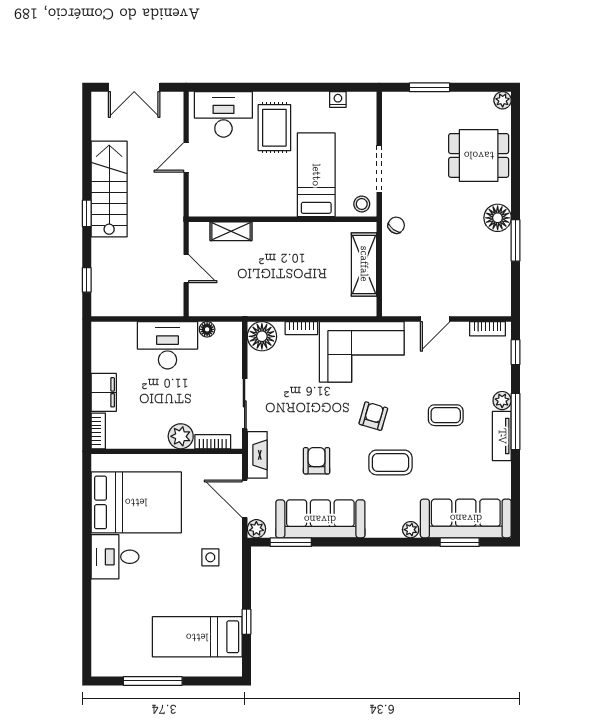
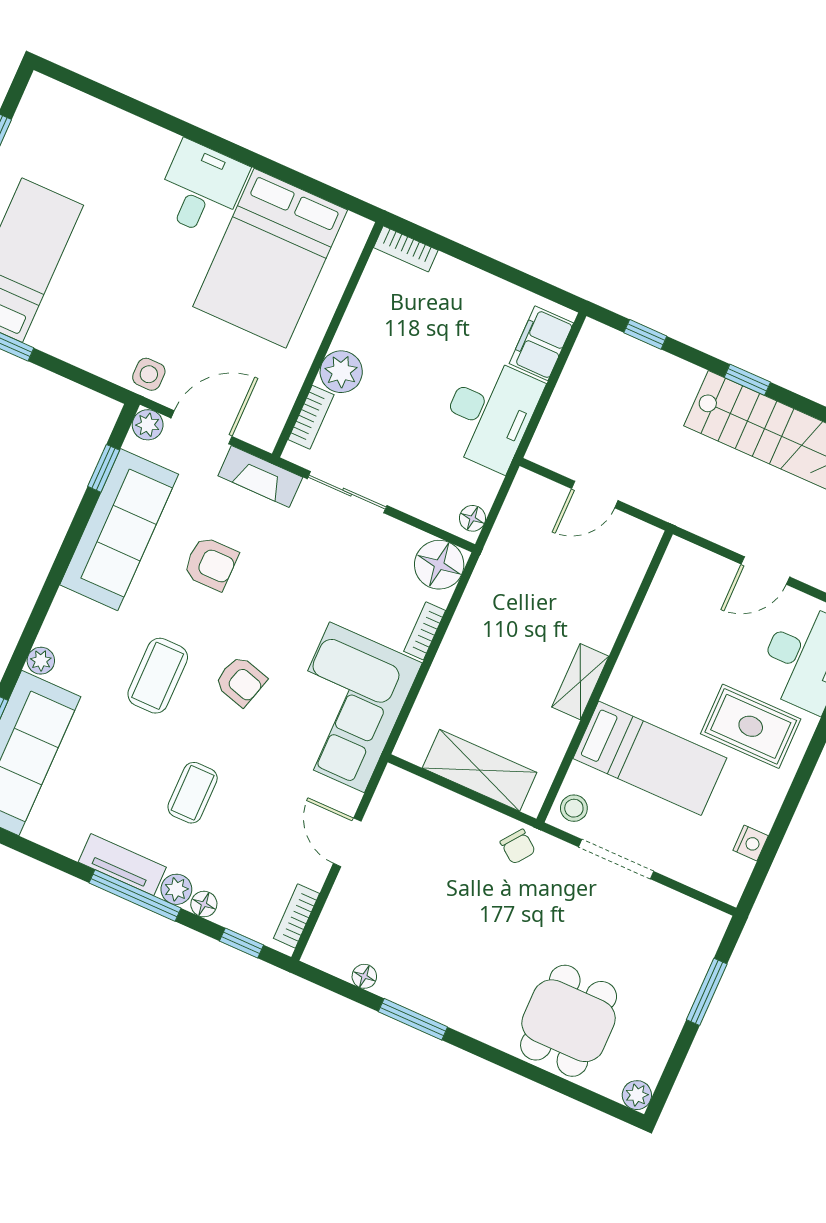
door: (186, 157) -> (765, 571), swing flipped
floor lamp: (498, 218) -> (364, 976), moved, width x0.53, depth x0.53
shelving: (231, 231) -> (580, 682), moved
floor lamp: (207, 329) -> (472, 518), moved
floor lamp: (503, 382) -> (204, 904), added
filing cabinet: (104, 392) -> (541, 343), moved, turned 90
window: (291, 542) -> (104, 468), width x0.67
side table: (210, 557) -> (149, 374), moved

